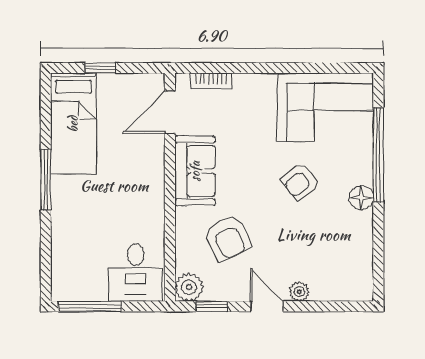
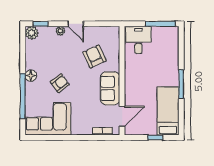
plant: (189, 287) -> (32, 33), moved
window: (212, 306) -> (41, 24), moved

